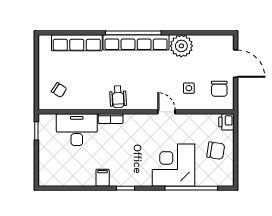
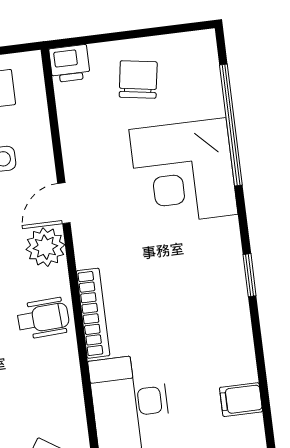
plant: (149, 102) -> (45, 247), added
bookcase: (111, 119) -> (93, 313), width x1.56
filing cabinet: (103, 178) -> (241, 400), moved

